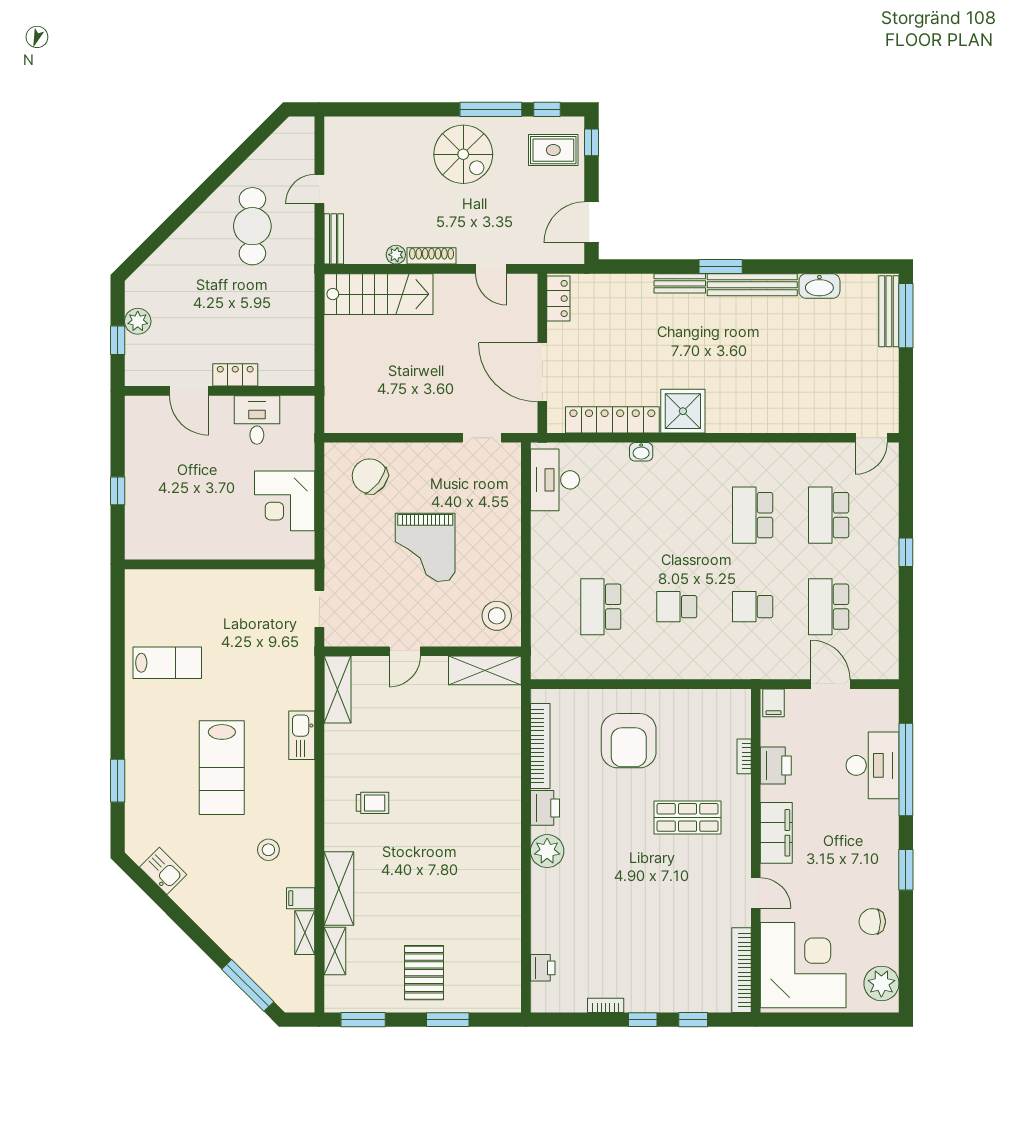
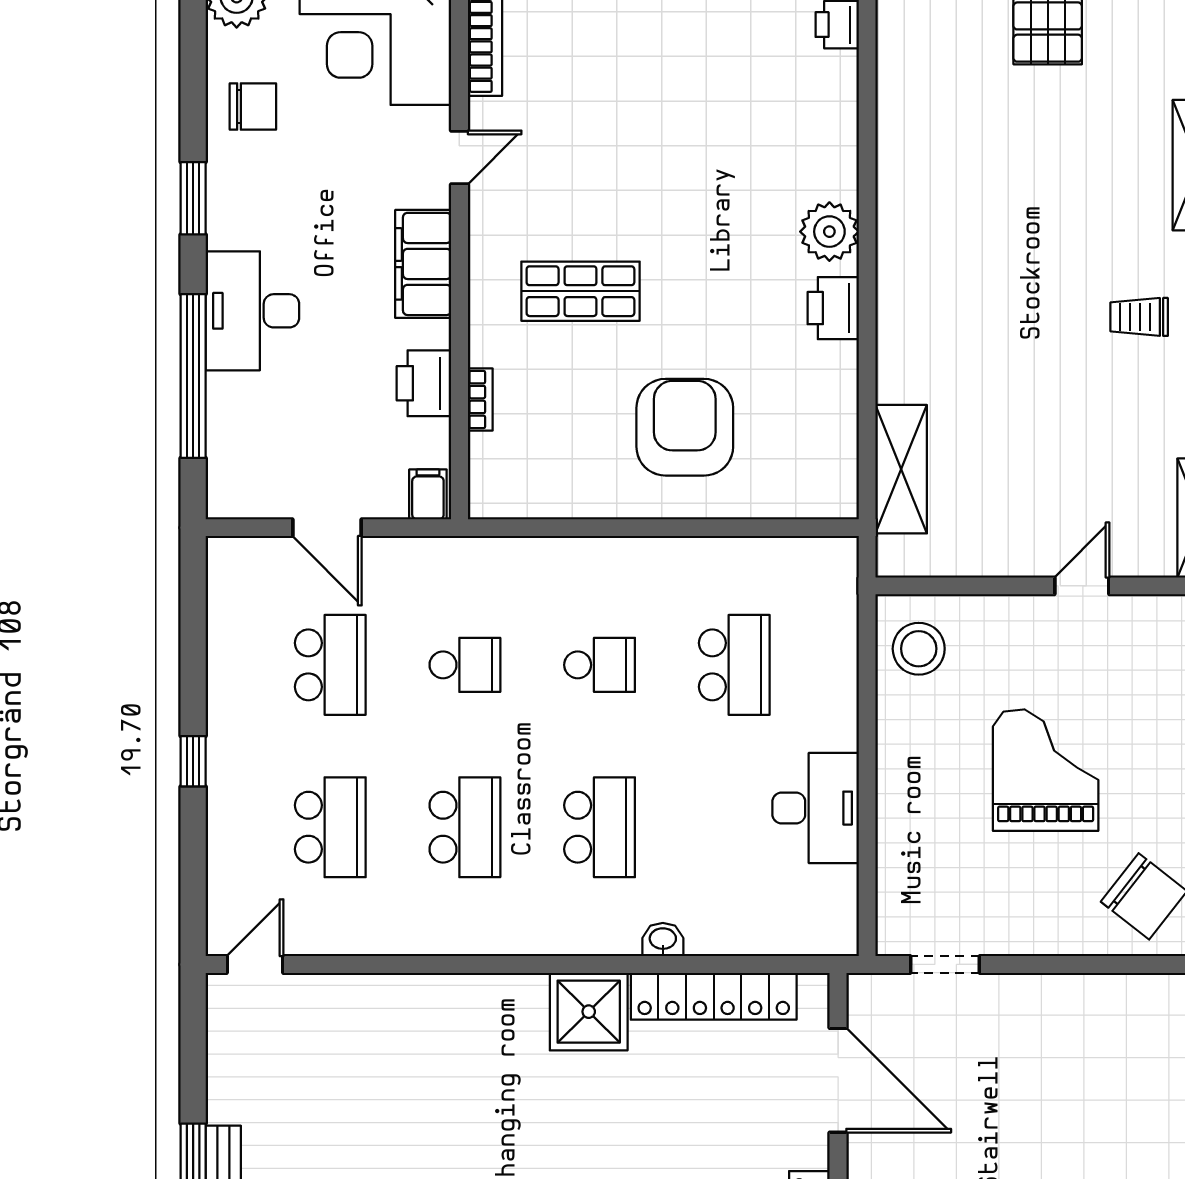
desk: (555, 480) -> (816, 808), moved
school desk: (677, 515) -> (600, 827), added
shelving: (485, 670) -> (901, 469), moved, turned 90
bookcase: (540, 746) -> (842, 418), removed
desk: (873, 765) -> (252, 311), moved
door: (756, 893) -> (459, 157), swing flipped

